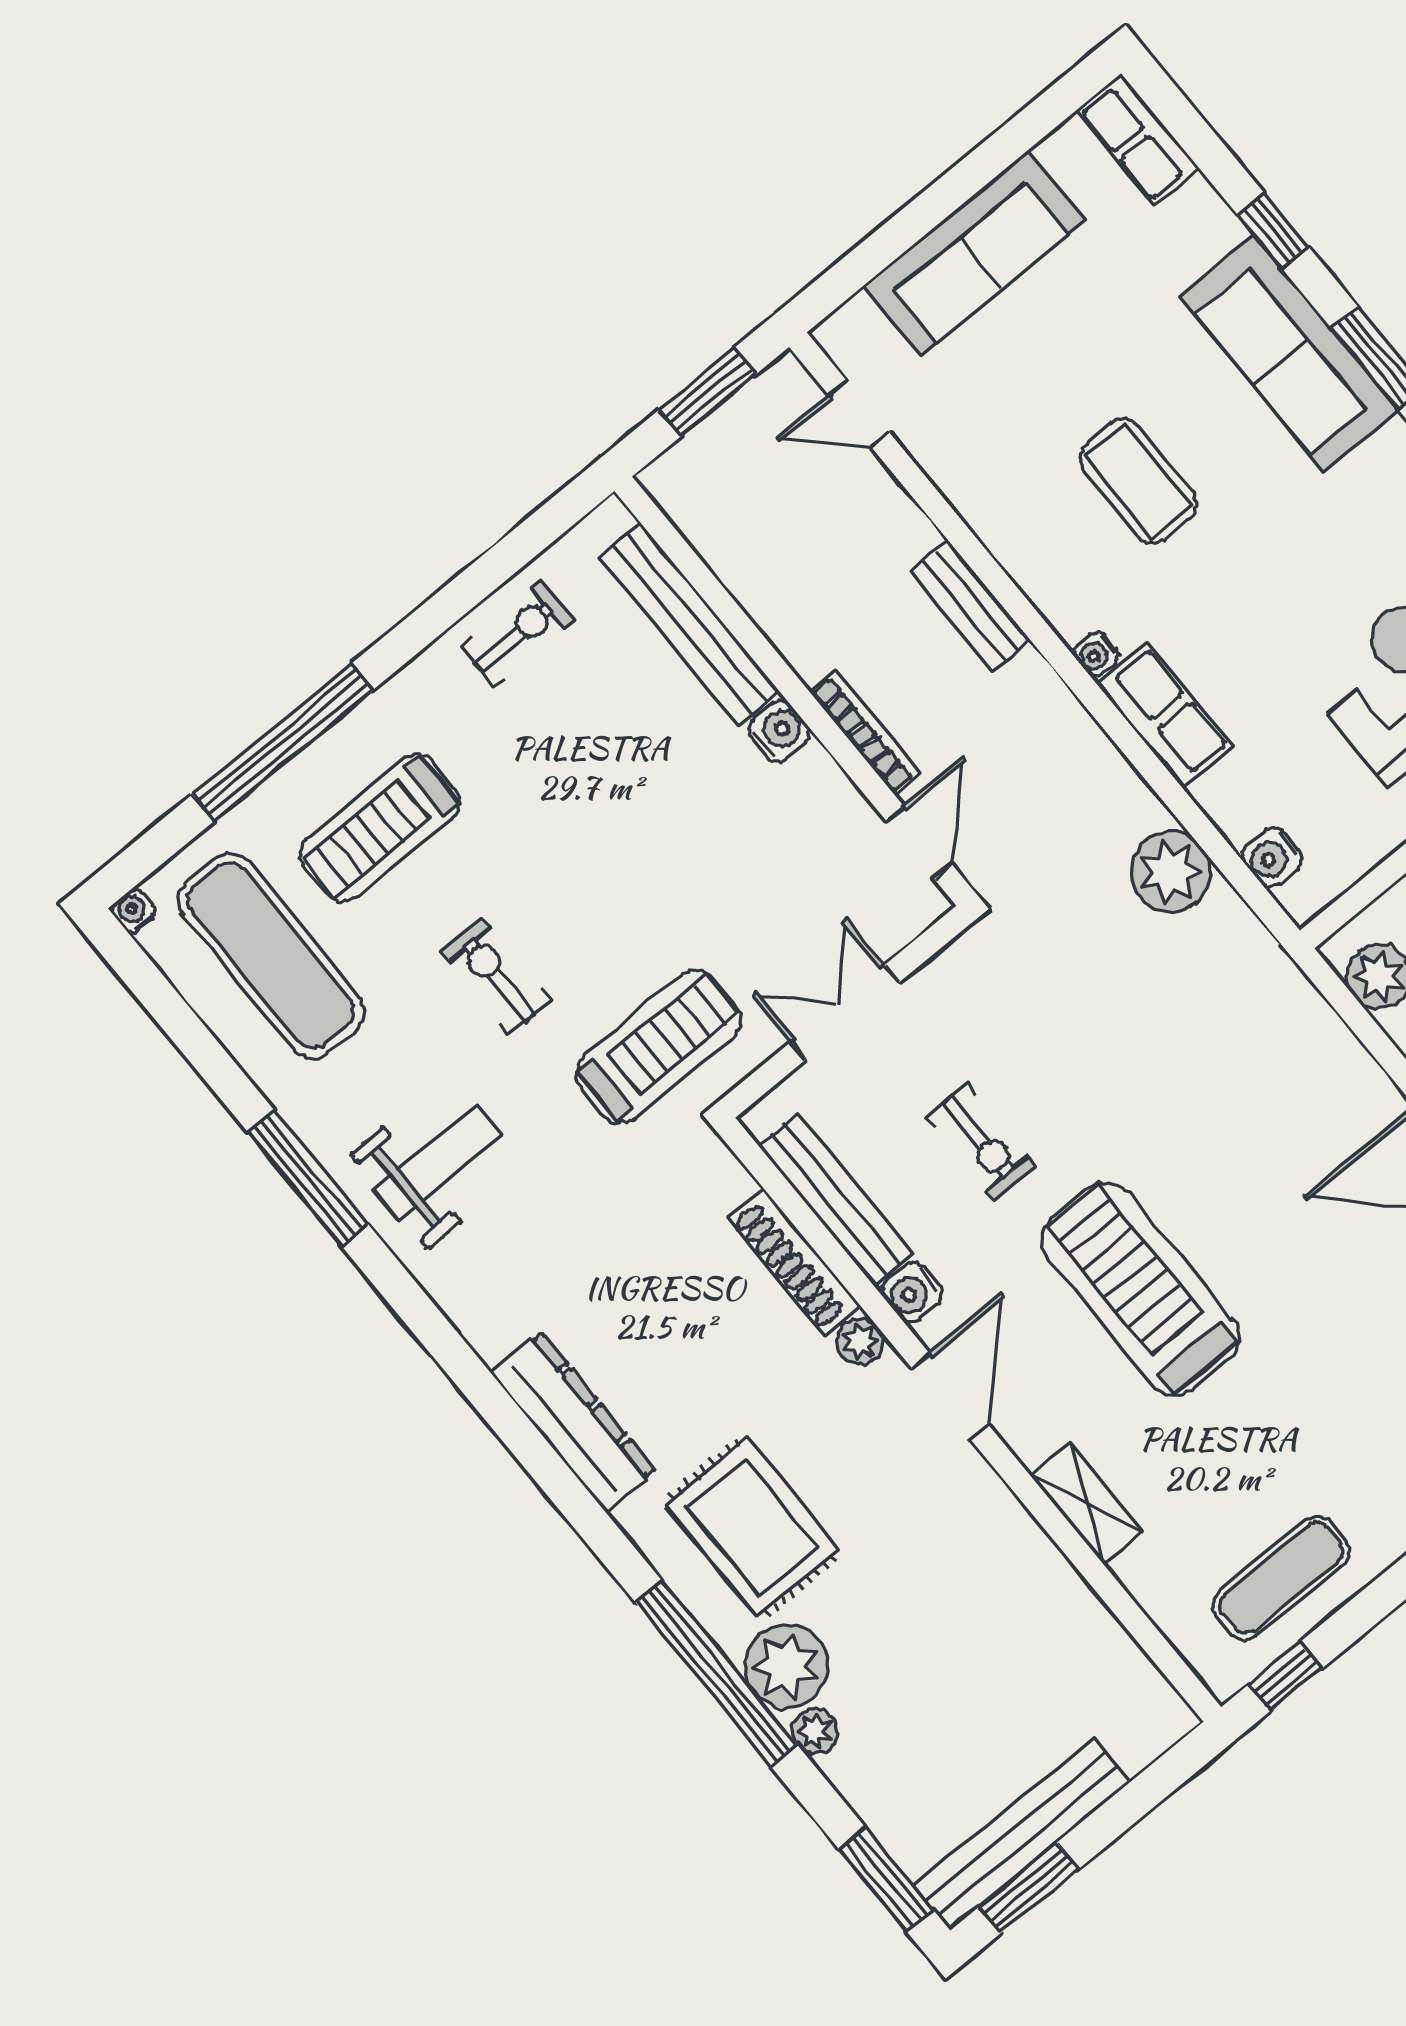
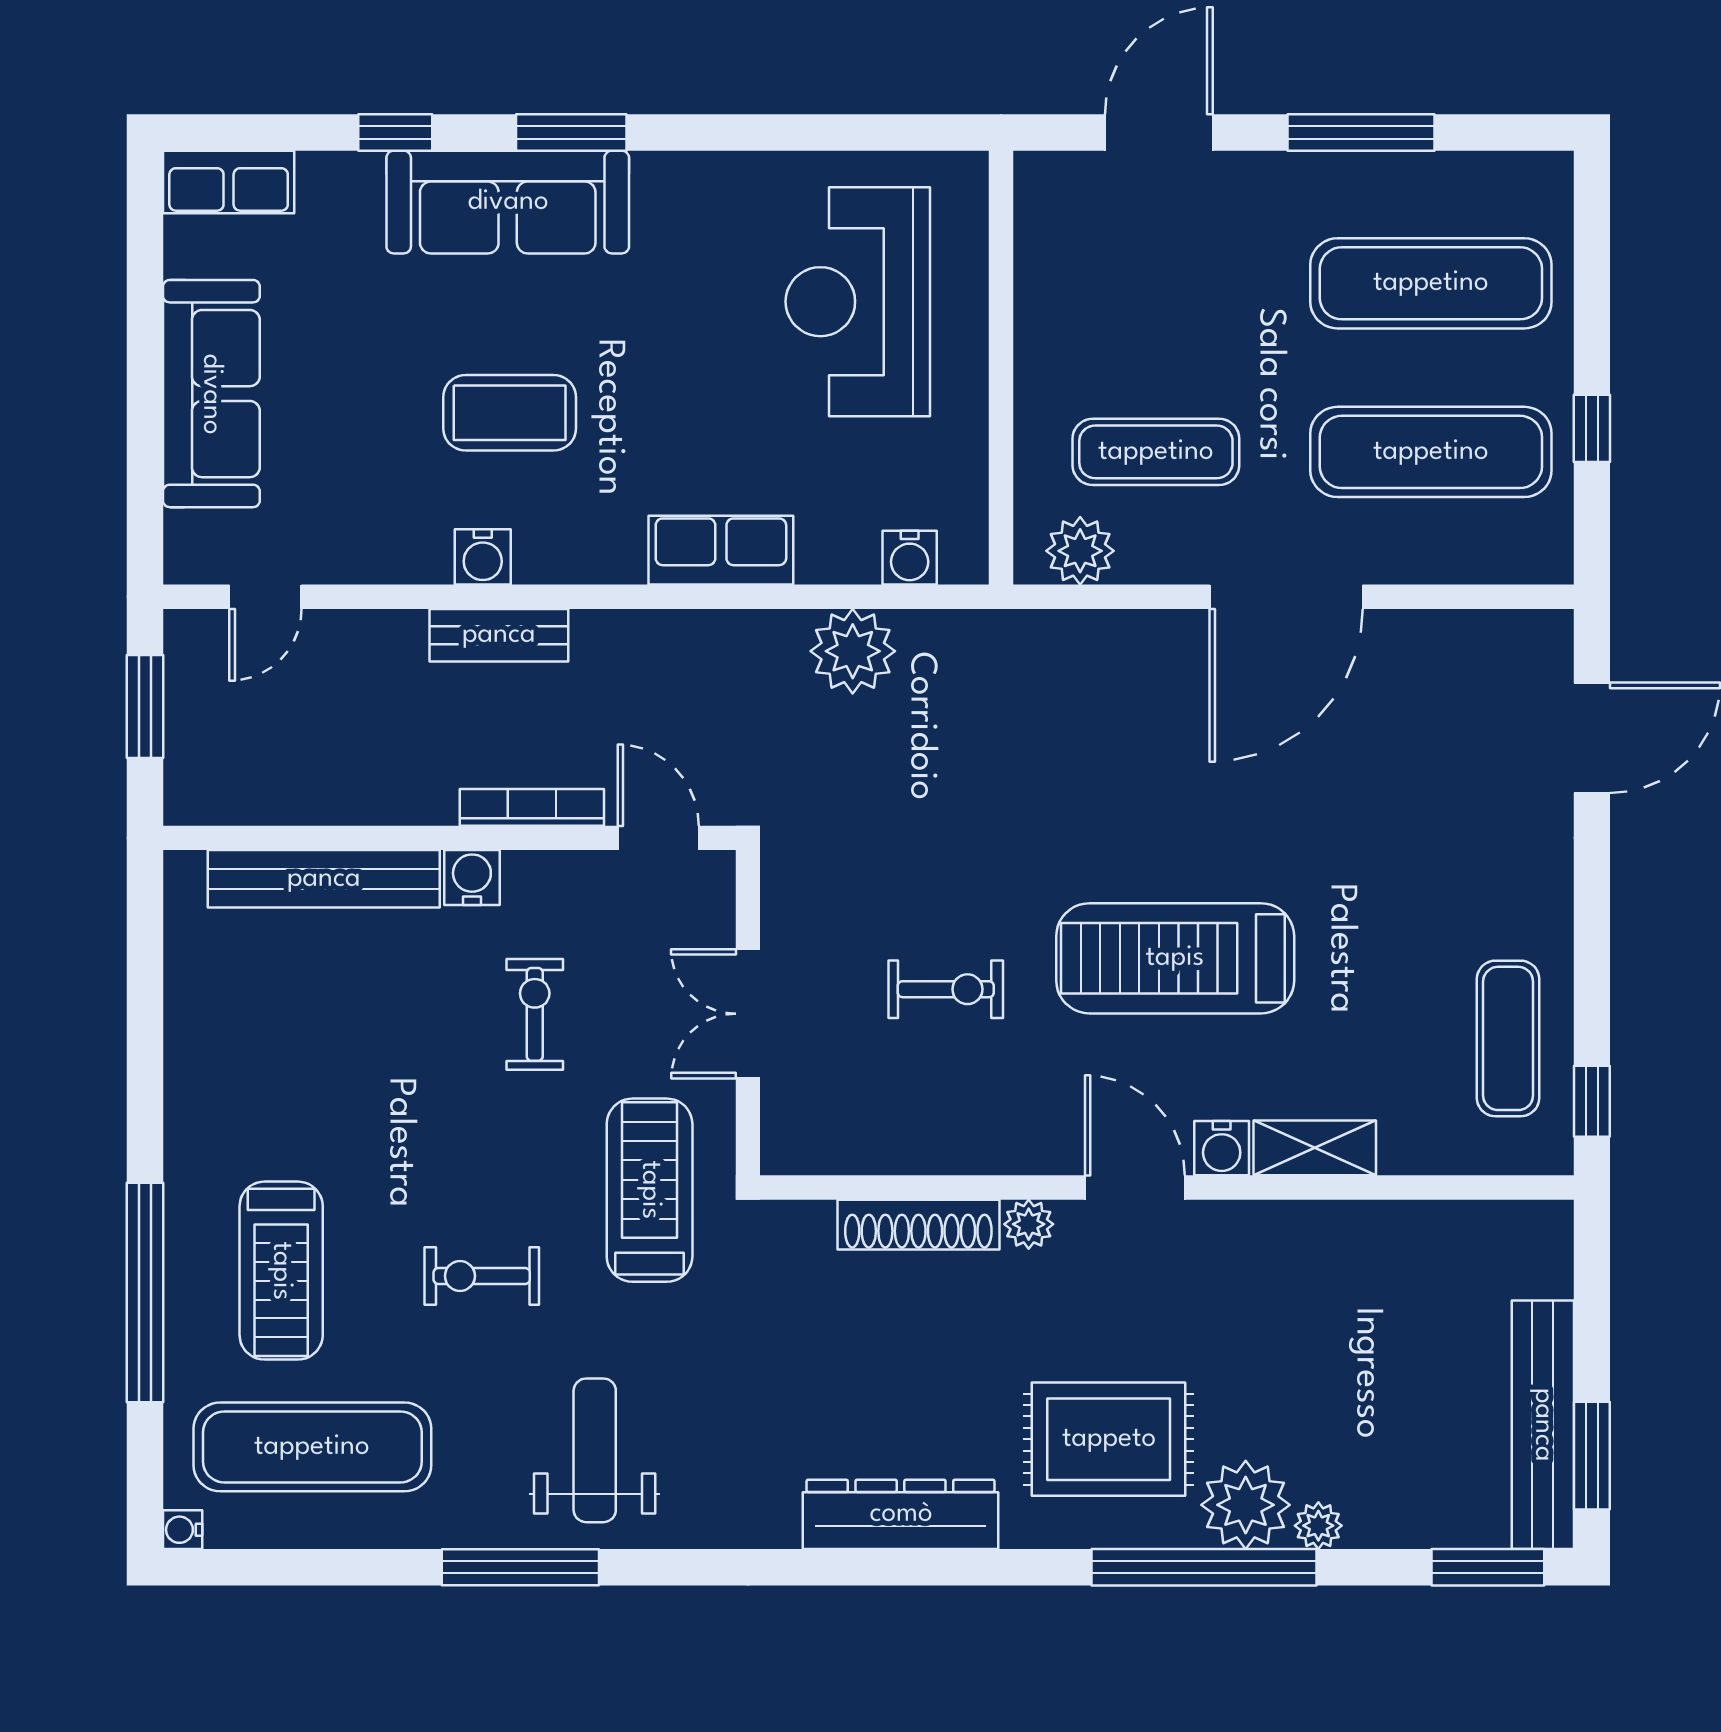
exercise bike: (517, 634) -> (535, 1014), moved
water cooler: (1096, 654) -> (483, 557), moved, width x1.38, depth x1.38
bench: (835, 1199) -> (895, 1148), removed
water cooler: (912, 1292) -> (1222, 1148), moved

